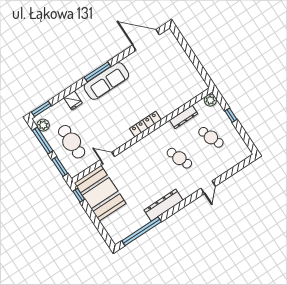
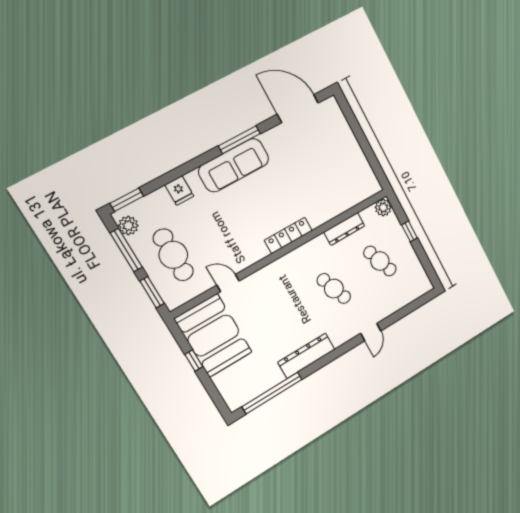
window: (97, 72) -> (239, 140), moved
window: (79, 195) -> (194, 361), moved

